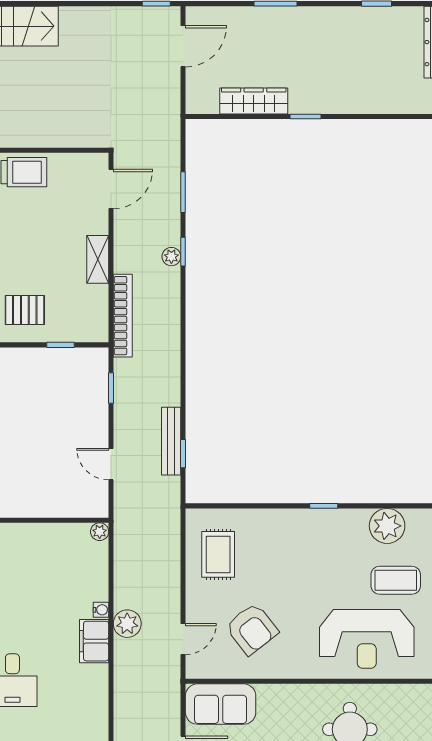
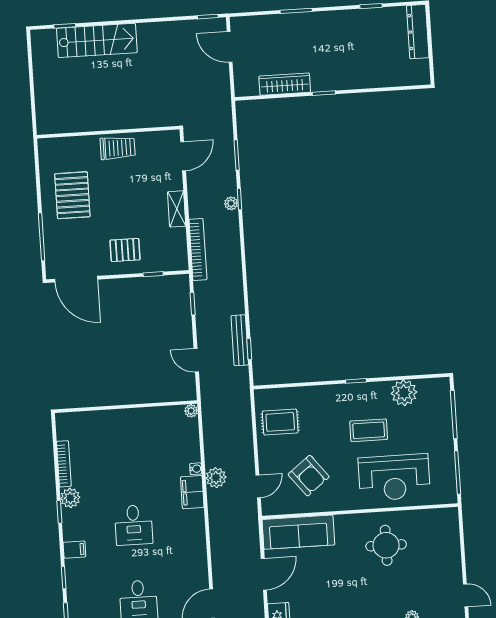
door: (183, 46) -> (230, 47), swing flipped
rug: (218, 554) -> (280, 422), turned 90
coffee table: (396, 580) -> (369, 430), moved
sofa: (221, 704) -> (298, 532), width x1.36

